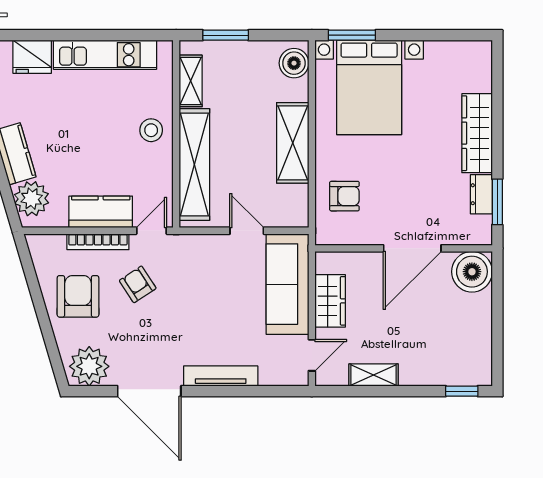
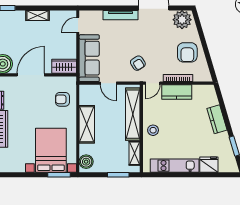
plant: (32, 199) -> (209, 98), removed
armchair: (138, 284) -> (138, 63), moved
wardrobe: (330, 301) -> (64, 66), moved, turned 90
shelving: (374, 375) -> (38, 16), moved

